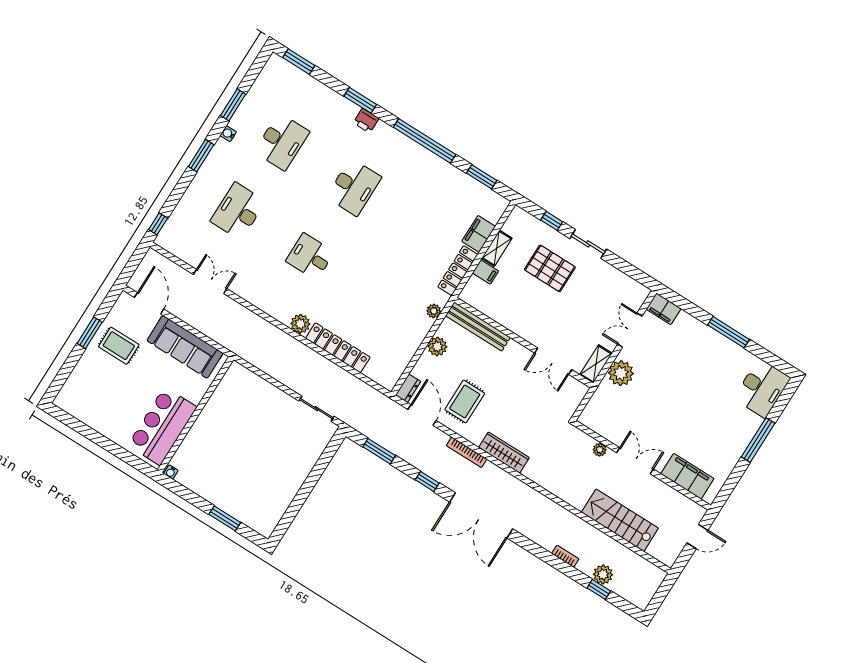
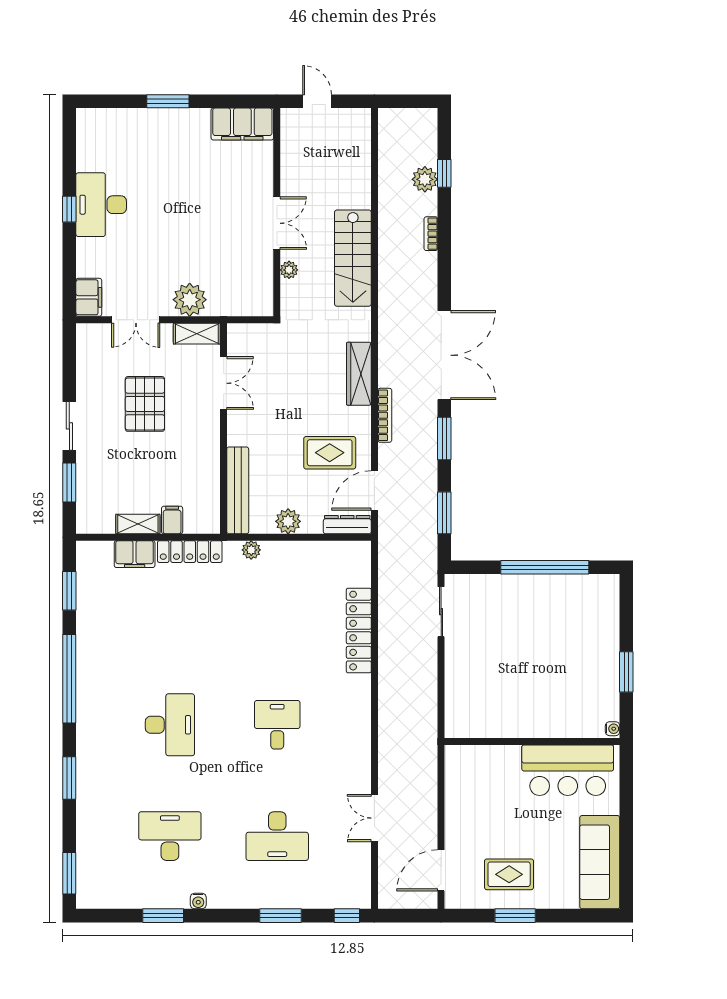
printer: (366, 121) -> (88, 758), removed
window: (201, 156) -> (281, 916), moved
desk: (354, 187) -> (170, 725), turned 90
window: (552, 221) -> (69, 482), width x1.50
desk: (310, 257) -> (277, 725), turned 180
pallet: (550, 268) -> (145, 404), moved
plant: (300, 324) -> (358, 689), removed
window: (729, 332) -> (69, 209), width x0.46
rug: (119, 346) -> (509, 874), turned 90
sofa: (185, 347) -> (600, 862), moved, turned 180
dresser: (408, 388) -> (347, 525), width x1.44
desk: (762, 388) -> (101, 205), moved, turned -90
window: (758, 440) -> (168, 101), width x0.69
double door: (635, 461) -> (277, 223), swing flipped
filing cabinet: (687, 476) -> (242, 124), moved, turned -90
window: (427, 481) -> (444, 439), width x1.50
window: (303, 494) -> (545, 567), added
window: (225, 518) -> (626, 672), moved
stairs: (620, 520) -> (353, 258), moved

